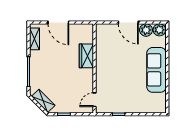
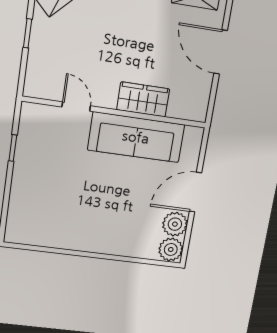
door: (58, 23) -> (221, 52), hinge flipped
sofa: (156, 70) -> (136, 137), moved, turned 180
door: (94, 100) -> (76, 106), moved

